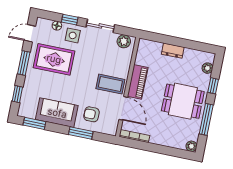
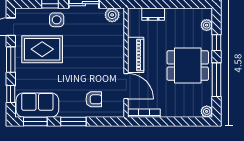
floor lamp: (57, 26) -> (38, 13), removed
dresser: (173, 51) -> (153, 14), moved
coffee table: (110, 84) -> (107, 63), removed
sofa: (57, 113) -> (37, 105), moved
armchair: (91, 114) -> (94, 99), turned 180
window: (81, 133) -> (73, 121), moved

